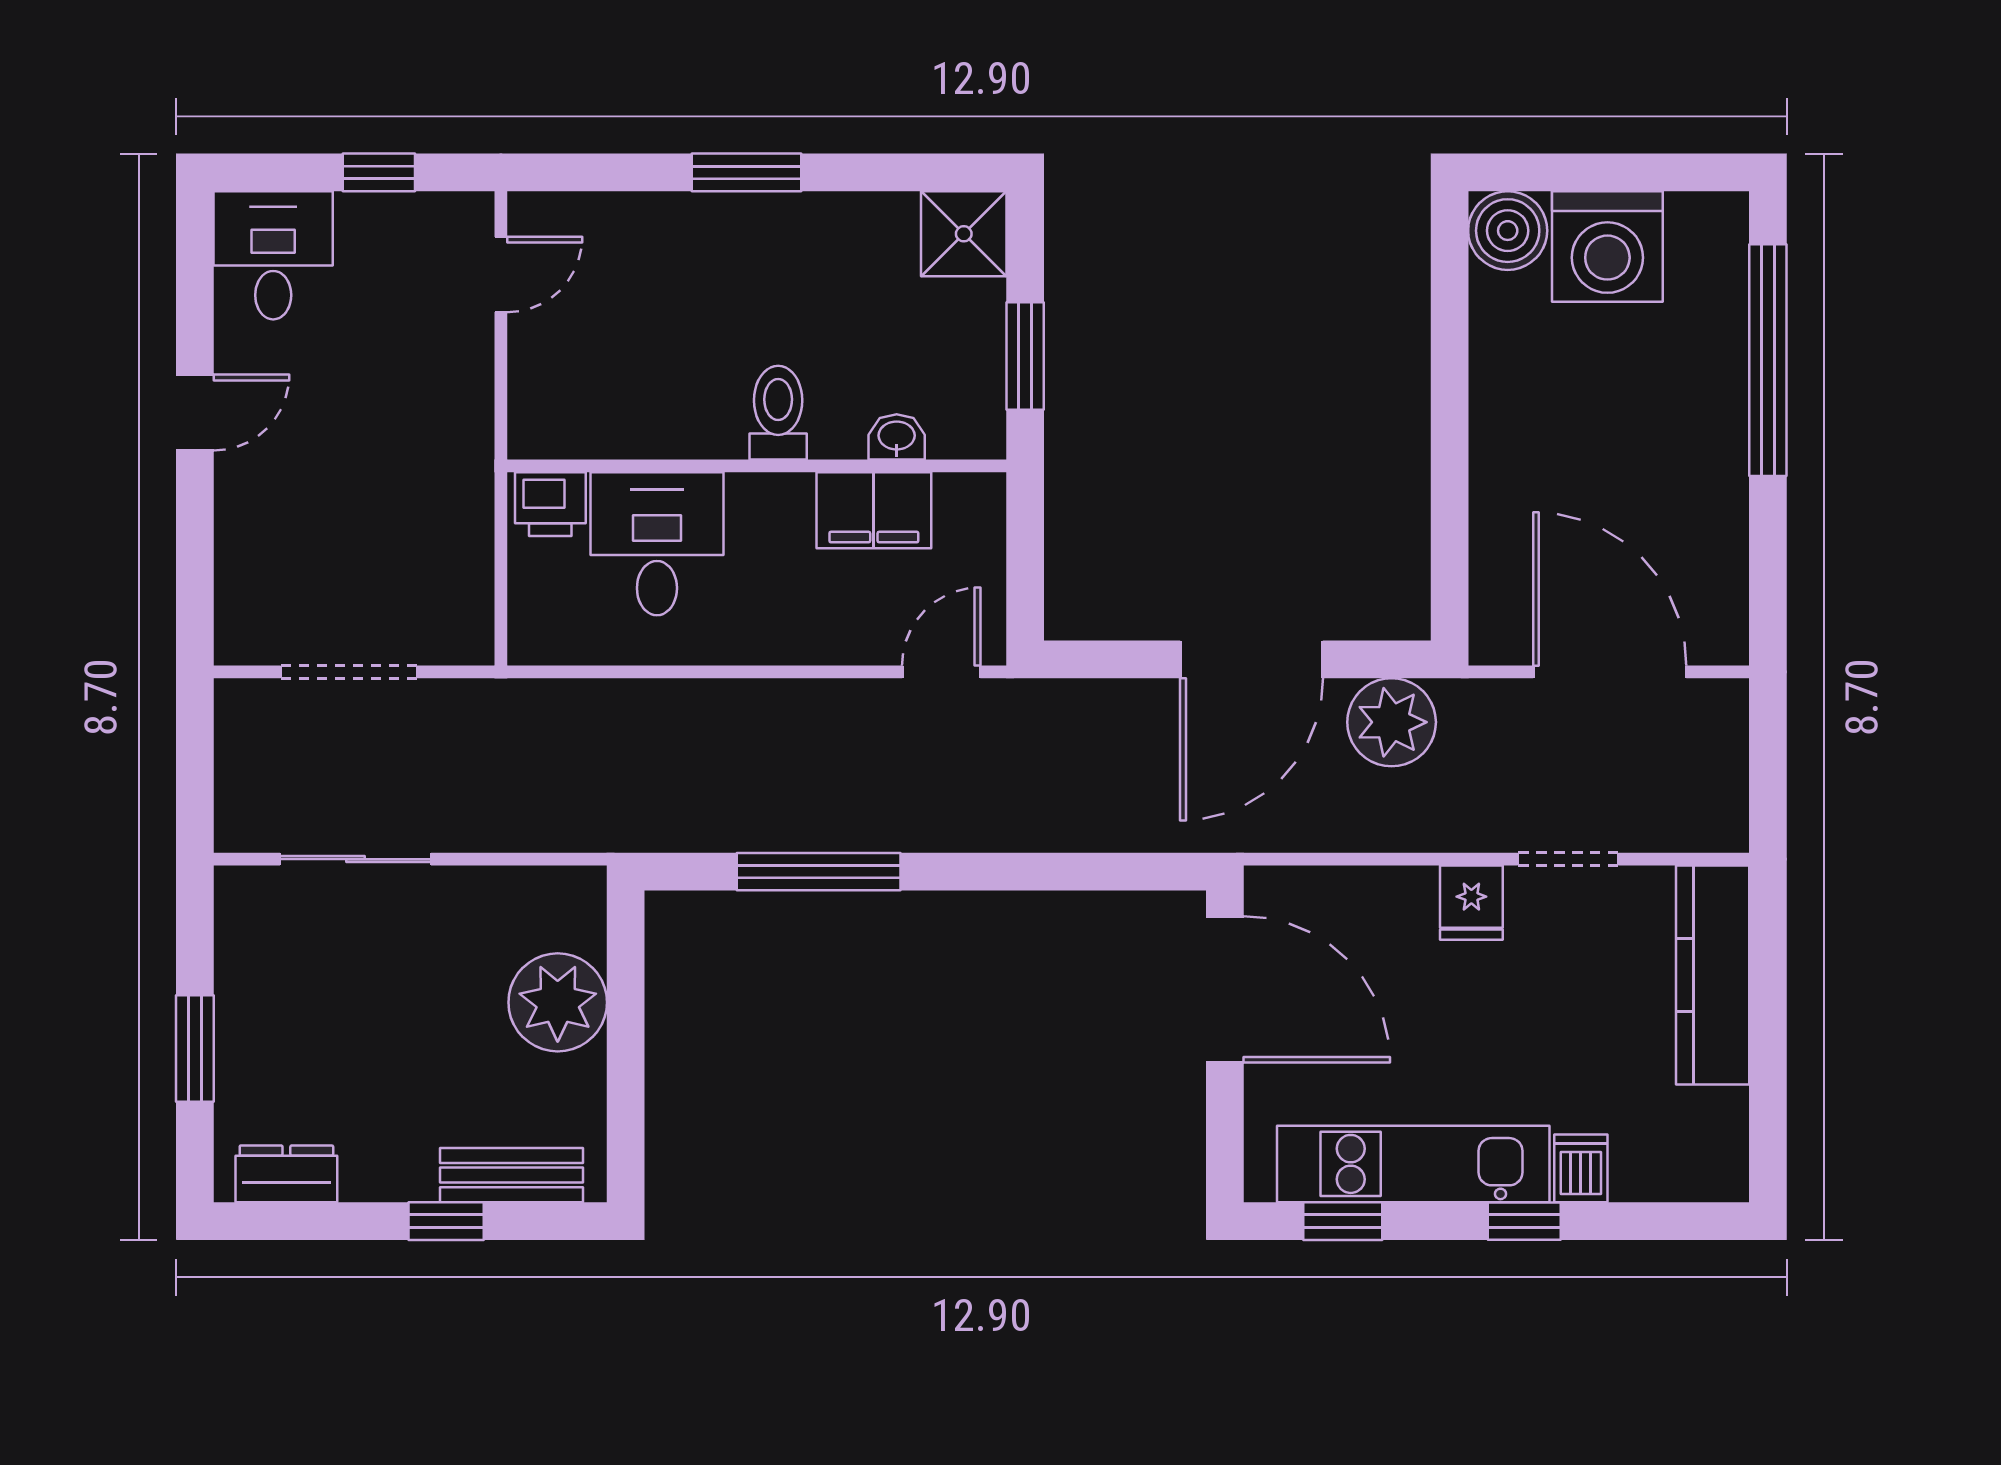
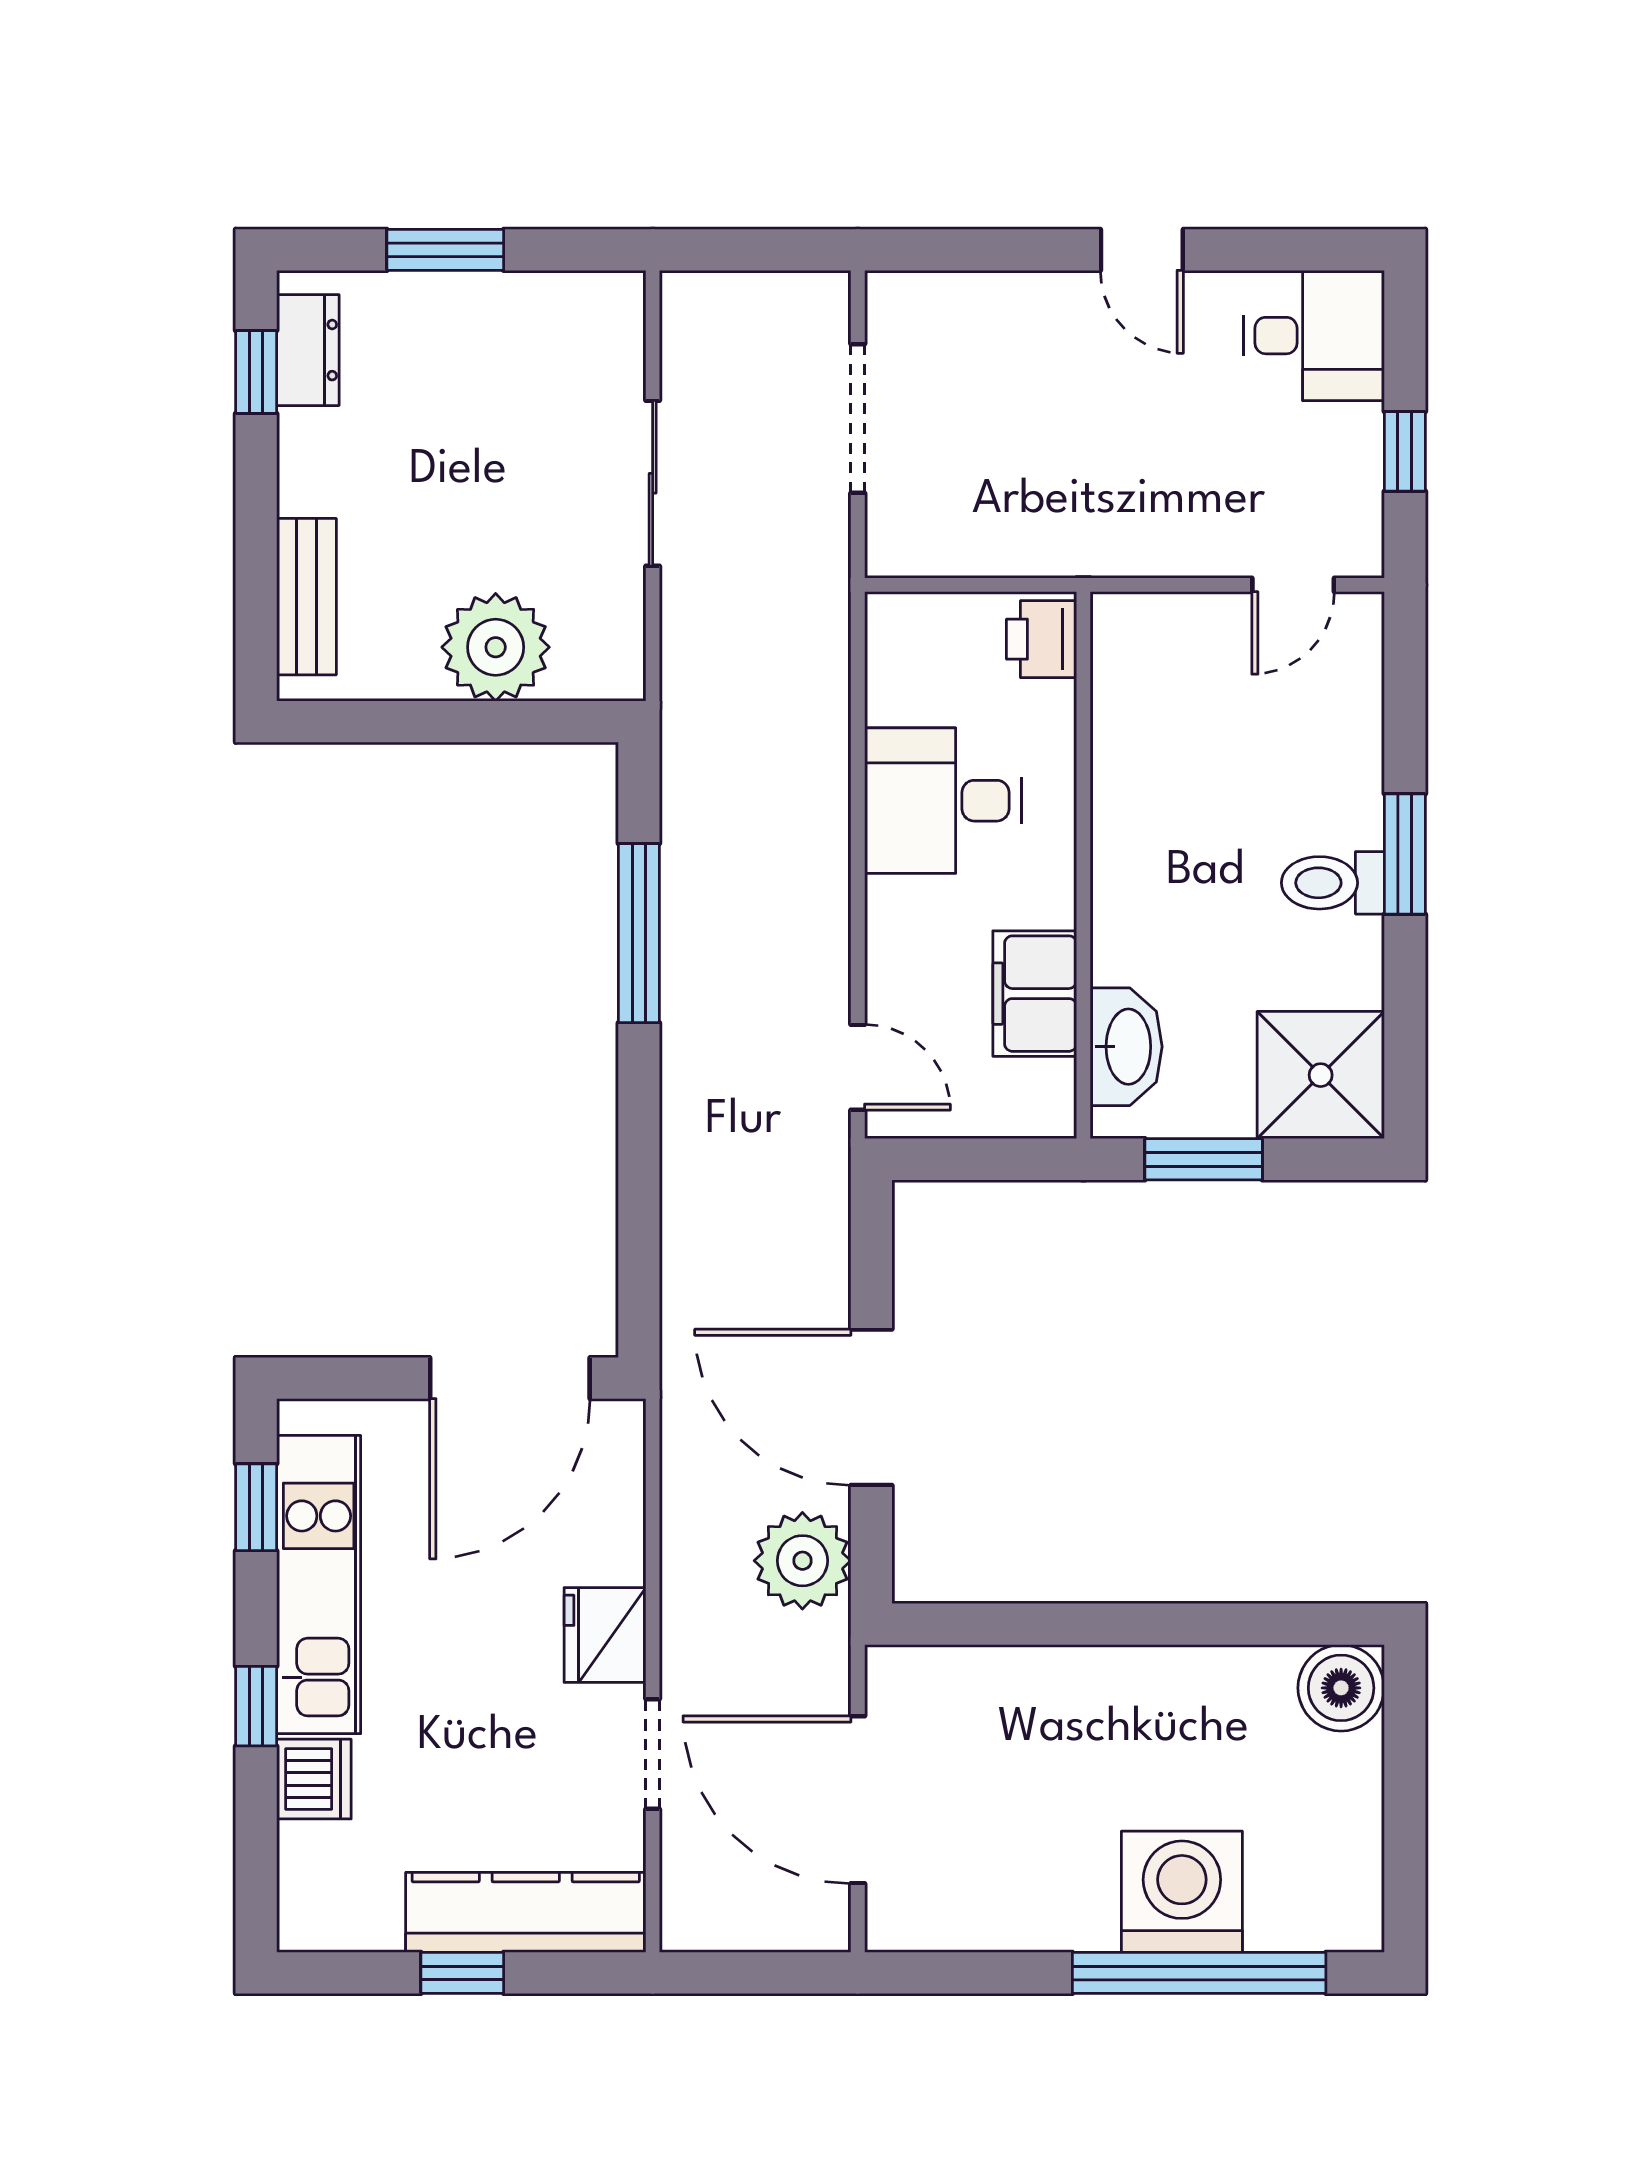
shower: (964, 234) -> (1321, 1075), width x1.36, depth x1.36
washing machine: (1607, 246) -> (1182, 1892), moved, turned 90
door: (501, 274) -> (1293, 585), hinge flipped
toilet: (778, 413) -> (1333, 883), moved, turned 180
washbasin: (897, 437) -> (1126, 1047), width x1.91, depth x1.45
desk: (657, 544) -> (943, 801), moved, turned 180
door: (1610, 672) -> (858, 1800), swing flipped
sliding door: (356, 859) -> (653, 483), moved
fridge: (1471, 903) -> (605, 1635), width x1.38
window: (1768, 1033) -> (462, 1973), added
dishwasher: (1581, 1168) -> (314, 1779), width x1.38
window: (446, 1221) -> (256, 372), moved

